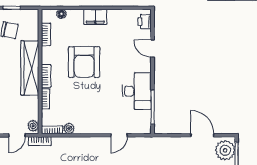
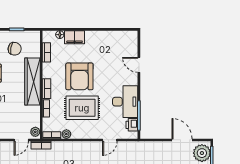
filing cabinet: (95, 17) -> (75, 37), moved
printer: (145, 22) -> (132, 125), moved
rug: (87, 98) -> (82, 108), added

